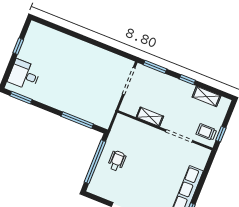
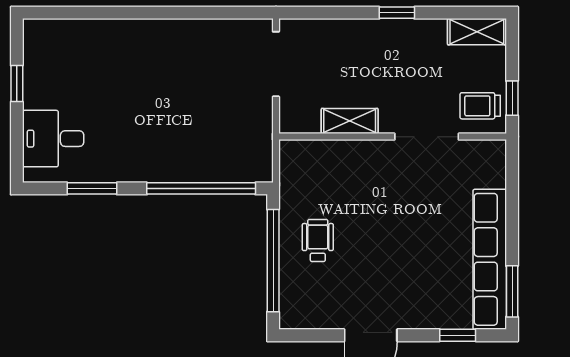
window: (155, 67) -> (319, 13), removed
shelving: (206, 97) -> (477, 32), moved
window: (21, 98) -> (92, 188), moved
window: (77, 120) -> (201, 188), width x1.46

